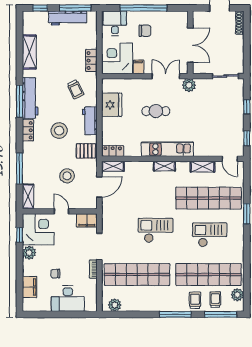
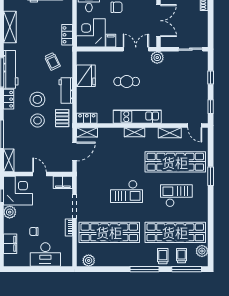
pallet: (86, 151) -> (62, 118), turned 90
stool: (67, 176) -> (38, 120), moved
checkout: (156, 230) -> (126, 191), turned 180

